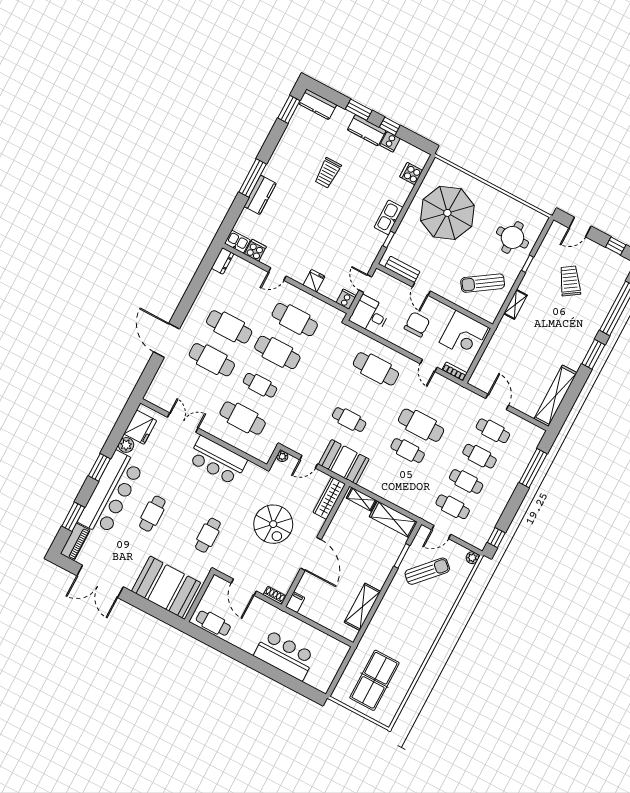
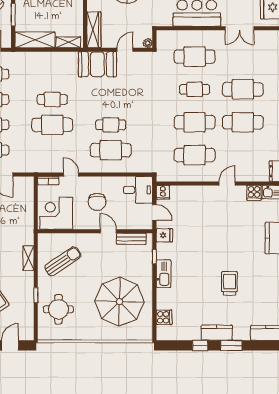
cooker: (390, 142) -> (194, 333), removed
fridge: (314, 281) -> (164, 235), moved, turned -90
cafe table: (349, 420) -> (111, 125), moved

